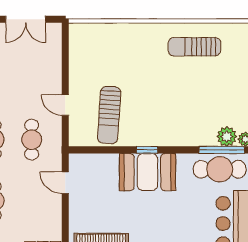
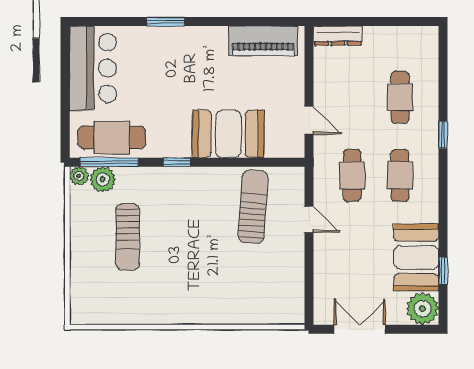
sun lounger: (194, 47) -> (128, 237), moved, turned 90
window: (147, 150) -> (177, 162), moved
booth: (147, 172) -> (228, 134), moved

